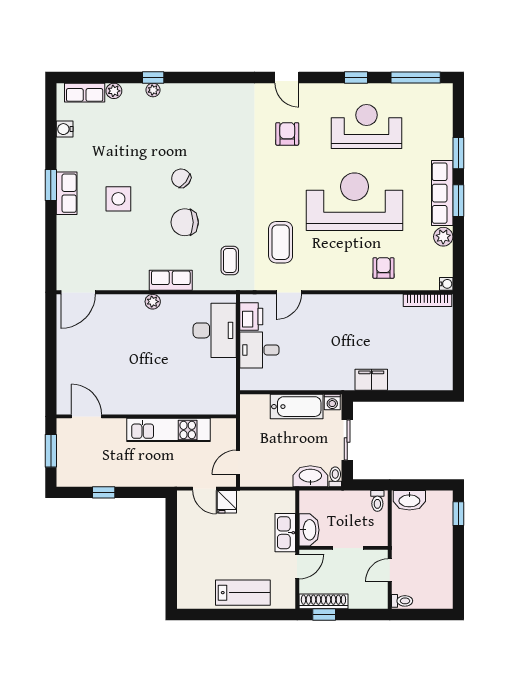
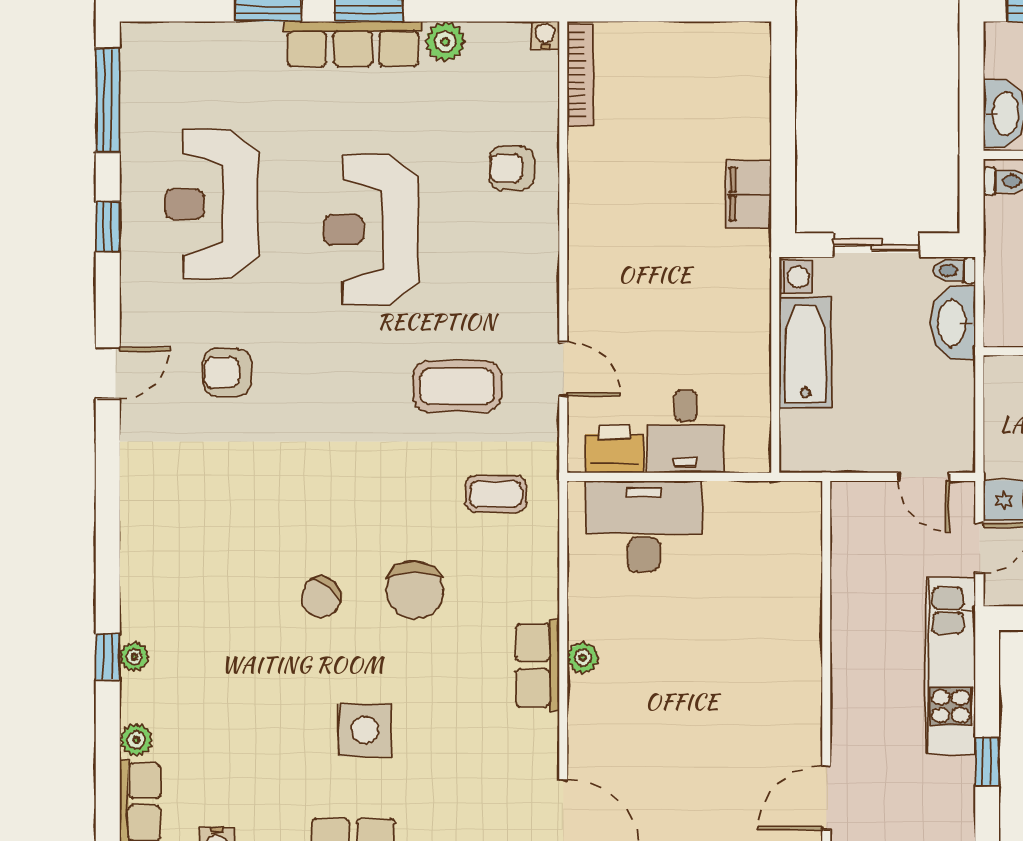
reception desk: (355, 202) -> (371, 230), width x0.74, depth x0.77
row of seats: (171, 280) -> (538, 665), moved
kitchen unit: (168, 430) -> (951, 666), moved, turned 180

